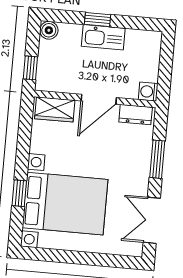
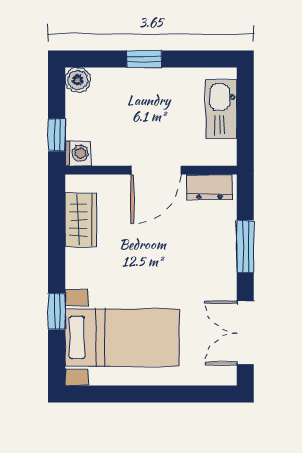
kitchen sink: (103, 37) -> (221, 109), moved, turned 90
washing machine: (148, 92) -> (78, 153), moved, turned 180
wardrobe: (55, 109) -> (81, 220), moved, turned -90
bed with nightstands: (65, 204) -> (122, 337), width x0.73

